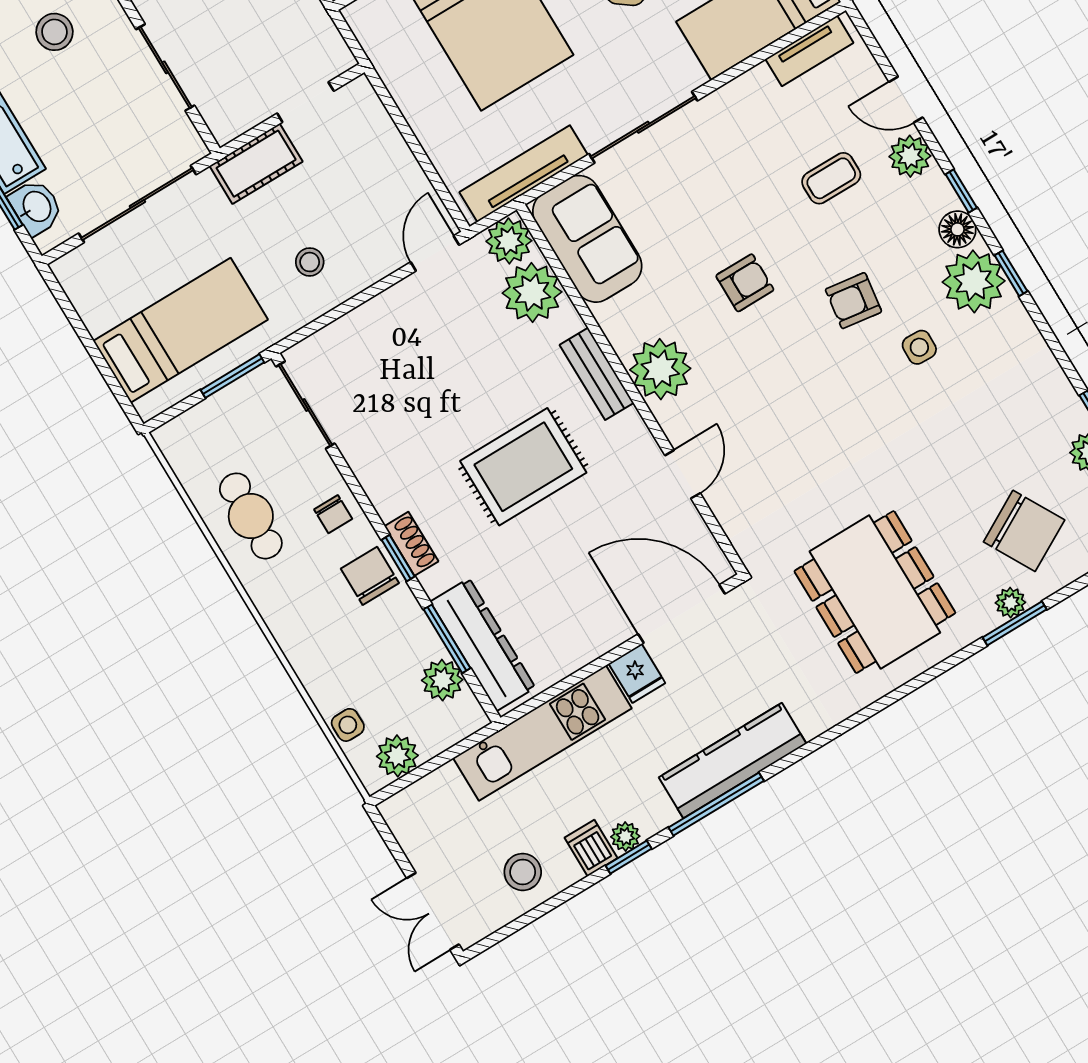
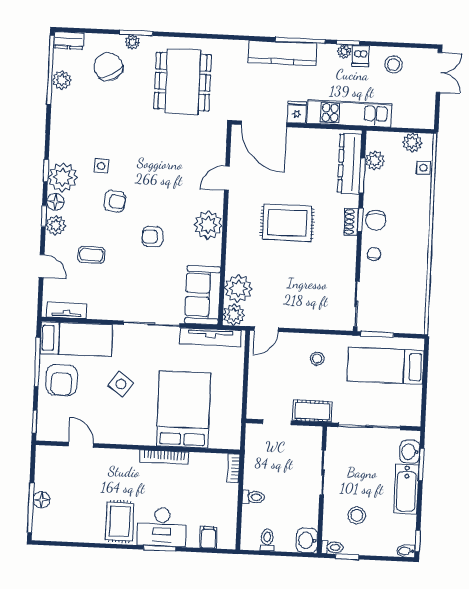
plant: (910, 156) -> (56, 225), moved
bench: (597, 374) -> (234, 240), removed
cafe table: (251, 516) -> (407, 275), removed

